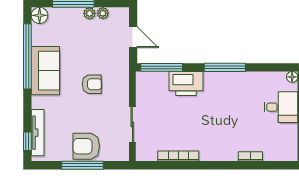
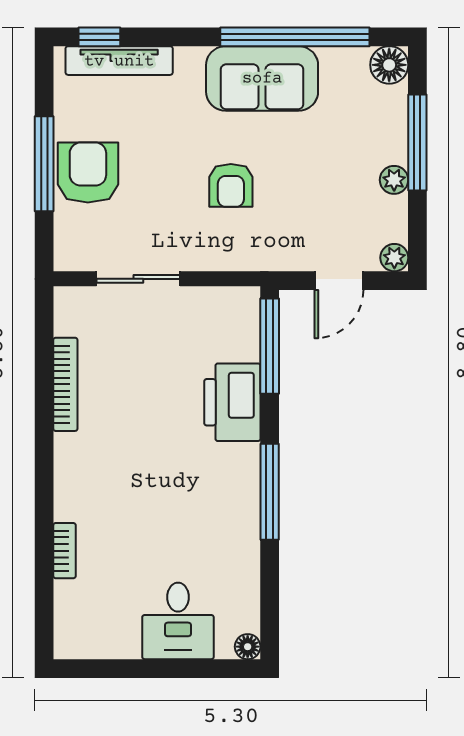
plant: (103, 13) -> (394, 258), moved

